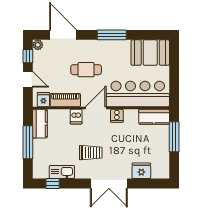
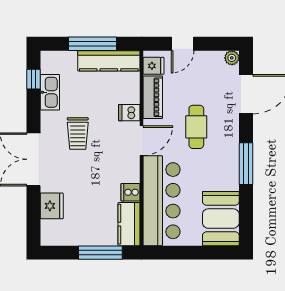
window: (28, 56) -> (216, 44), removed
door: (96, 108) -> (141, 141), hinge flipped
cooker: (117, 116) -> (130, 192), moved
kitchen counter: (40, 124) -> (109, 61), width x1.50

